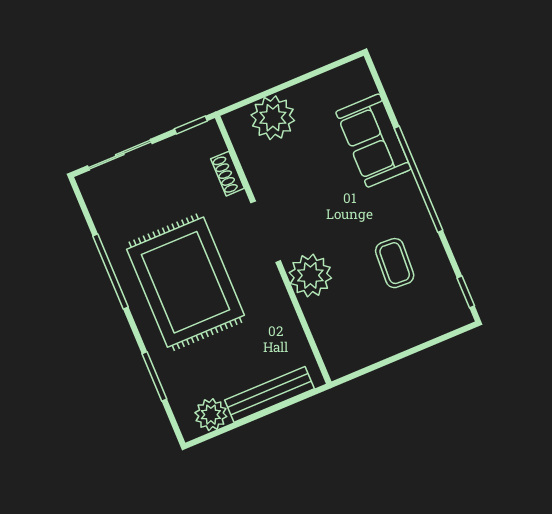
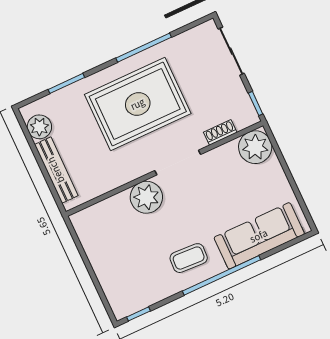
plant: (273, 118) -> (255, 147), moved
sofa: (373, 141) -> (259, 236), width x1.36
coffee table: (395, 263) -> (189, 258), moved

